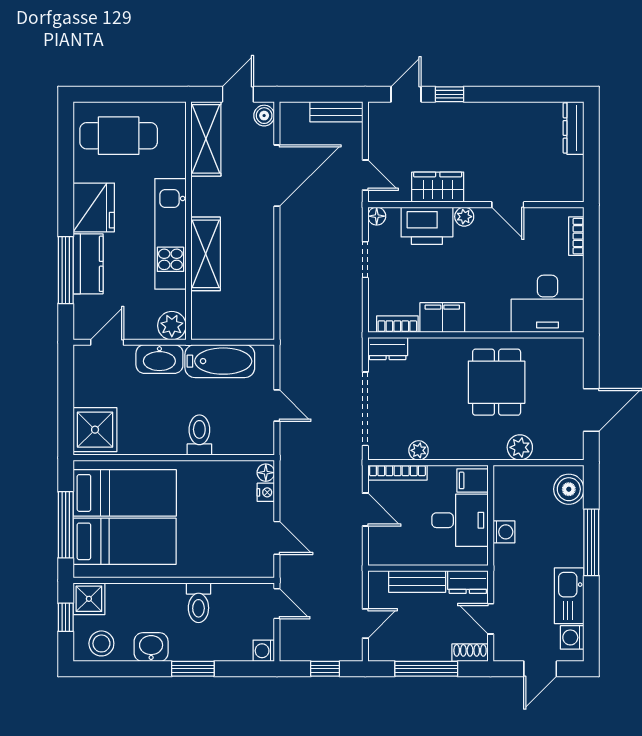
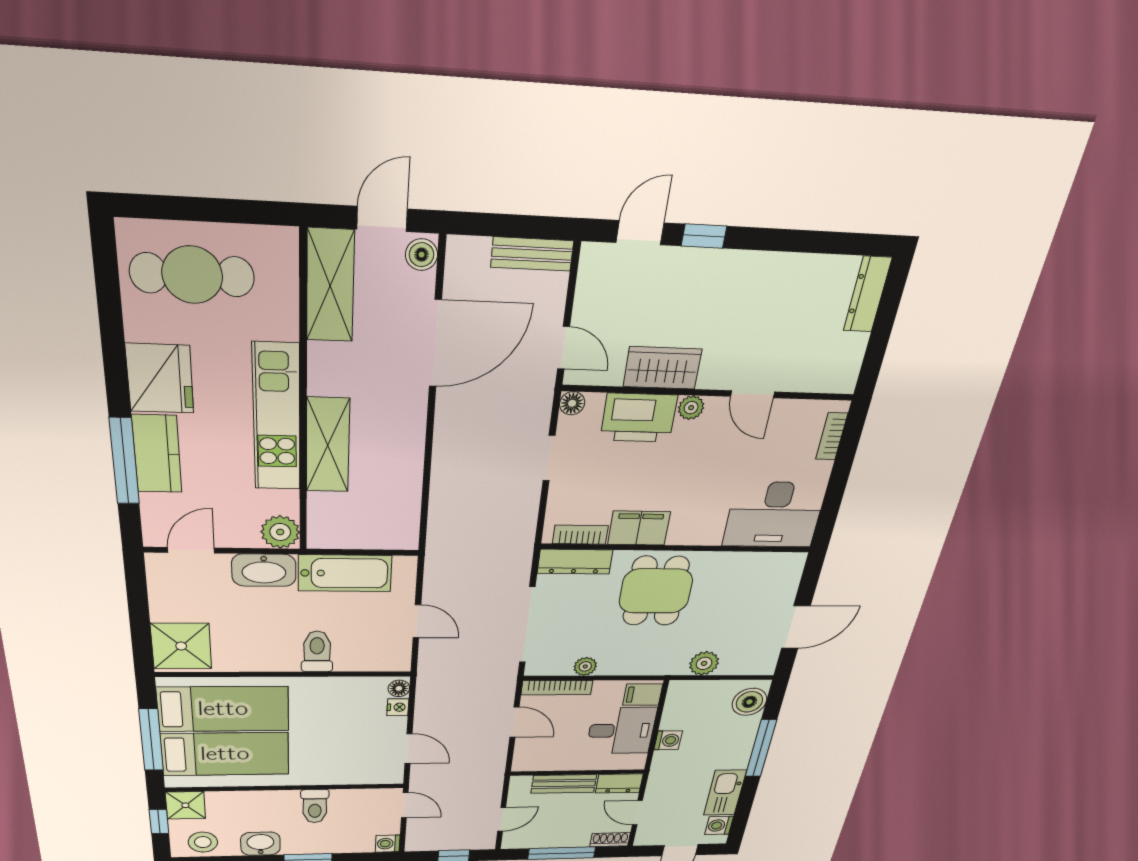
dresser: (388, 348) -> (575, 562), width x1.44
dining table: (497, 382) -> (656, 591), moved

